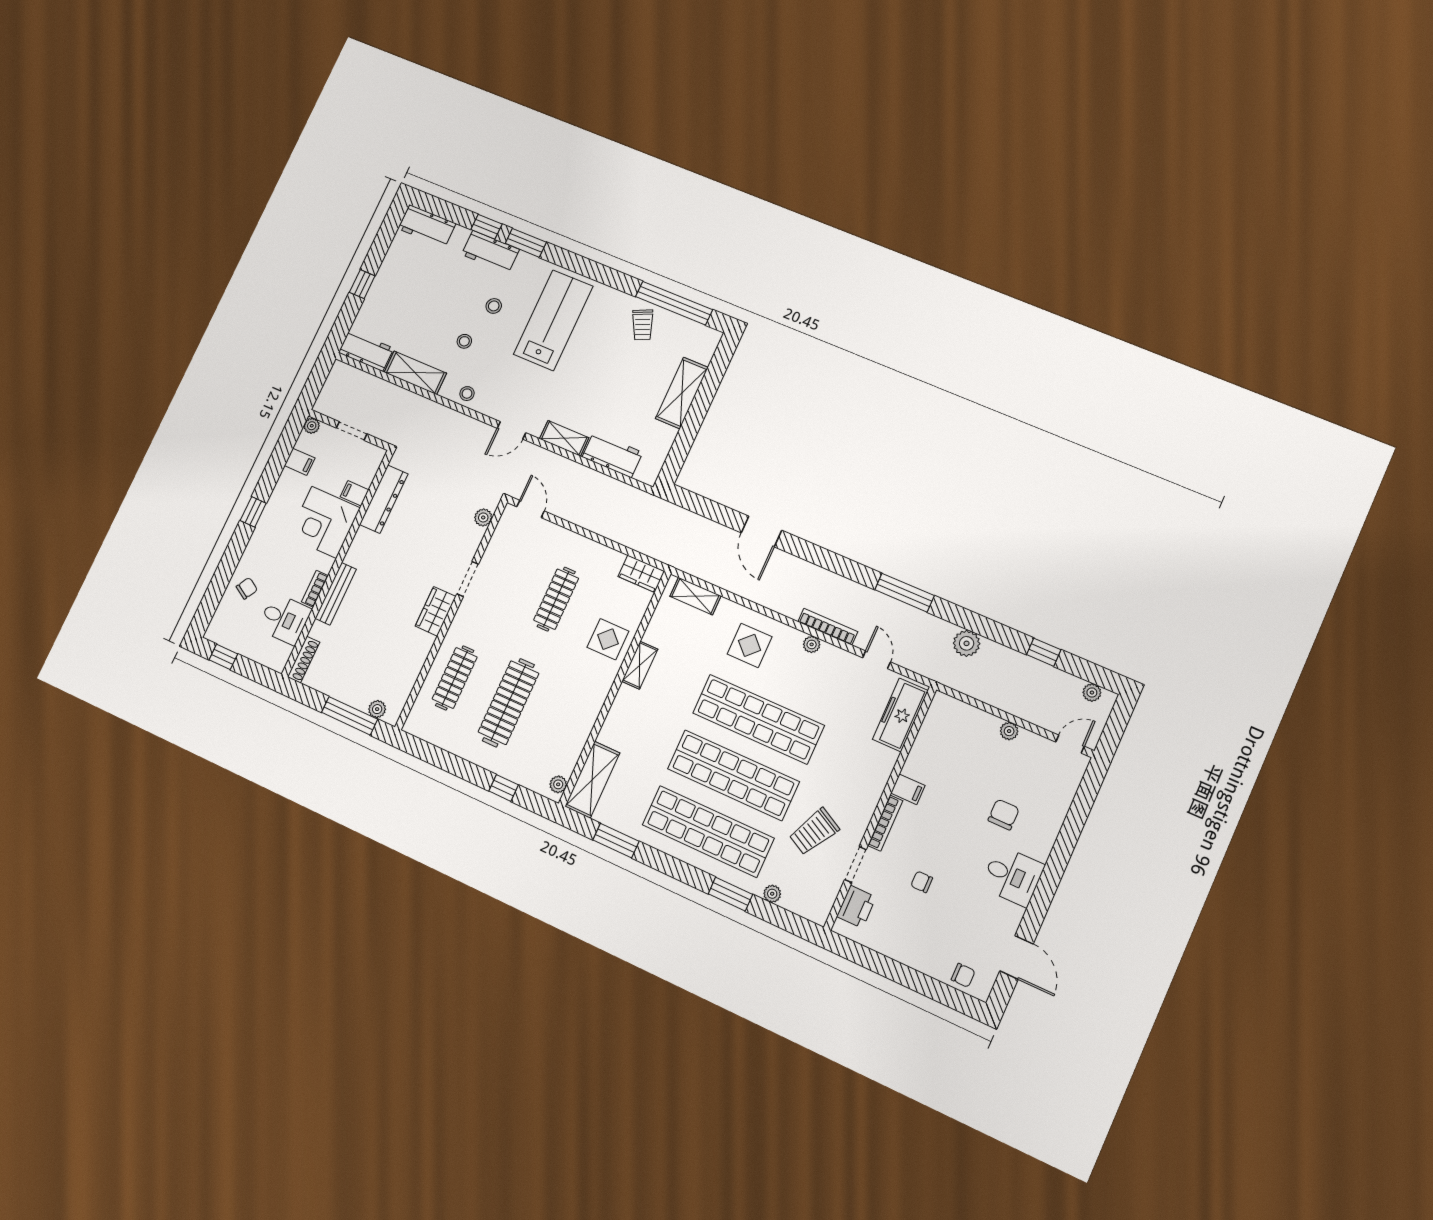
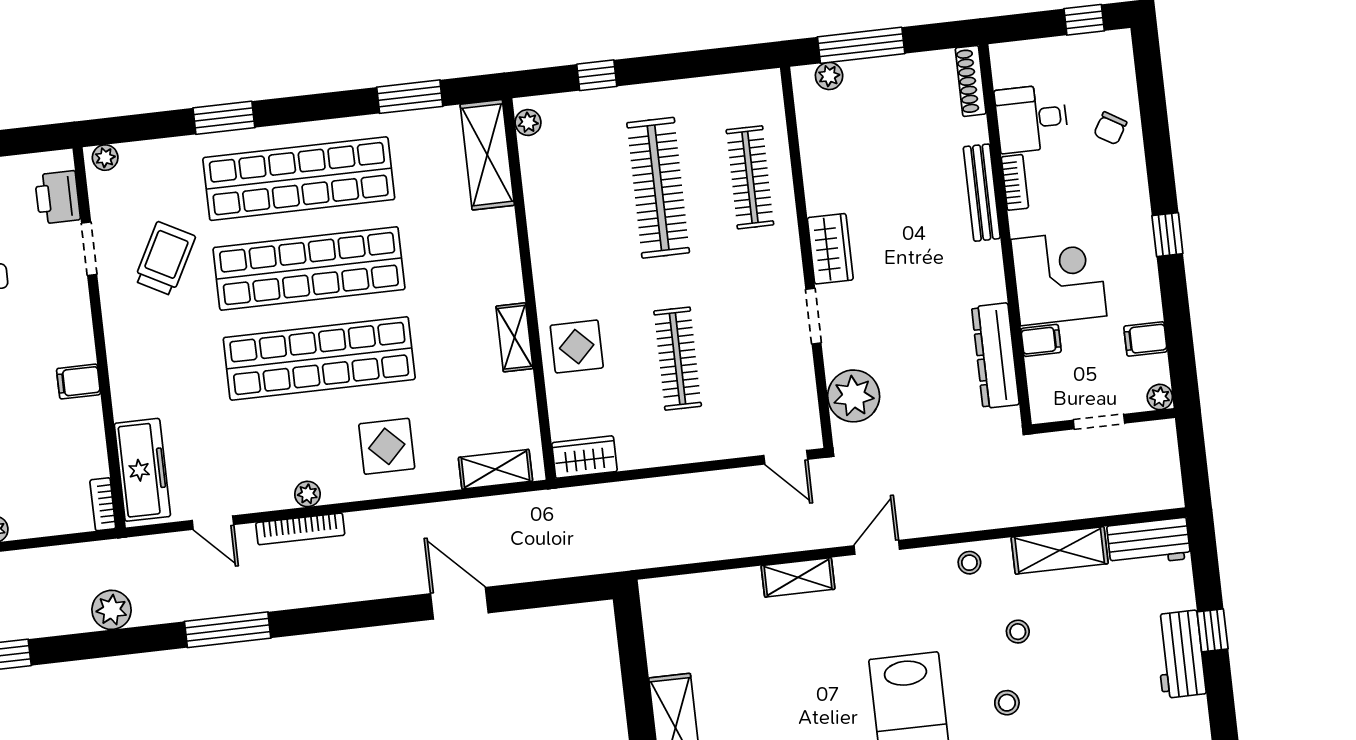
workbench: (612, 455) -> (1180, 654), moved, turned 90
plant: (483, 517) -> (854, 396), width x1.88, depth x1.88
bookcase: (885, 823) -> (103, 504), moved, width x0.64
plant: (772, 894) -> (105, 158), moved

